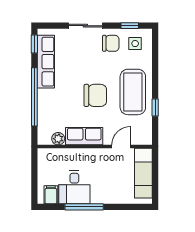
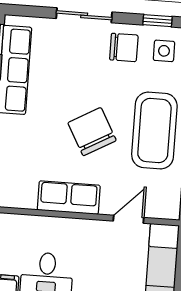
chair: (95, 95) -> (92, 132), turned -119
plant: (58, 139) -> (25, 199), removed

